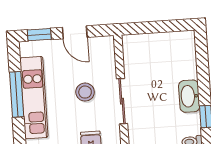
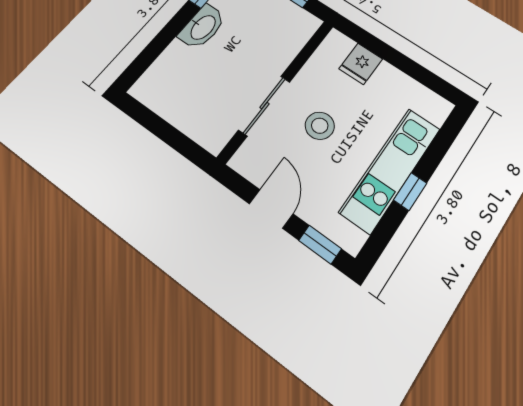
window: (17, 94) -> (410, 192), width x0.46
sliding door: (122, 101) -> (264, 106), moved

